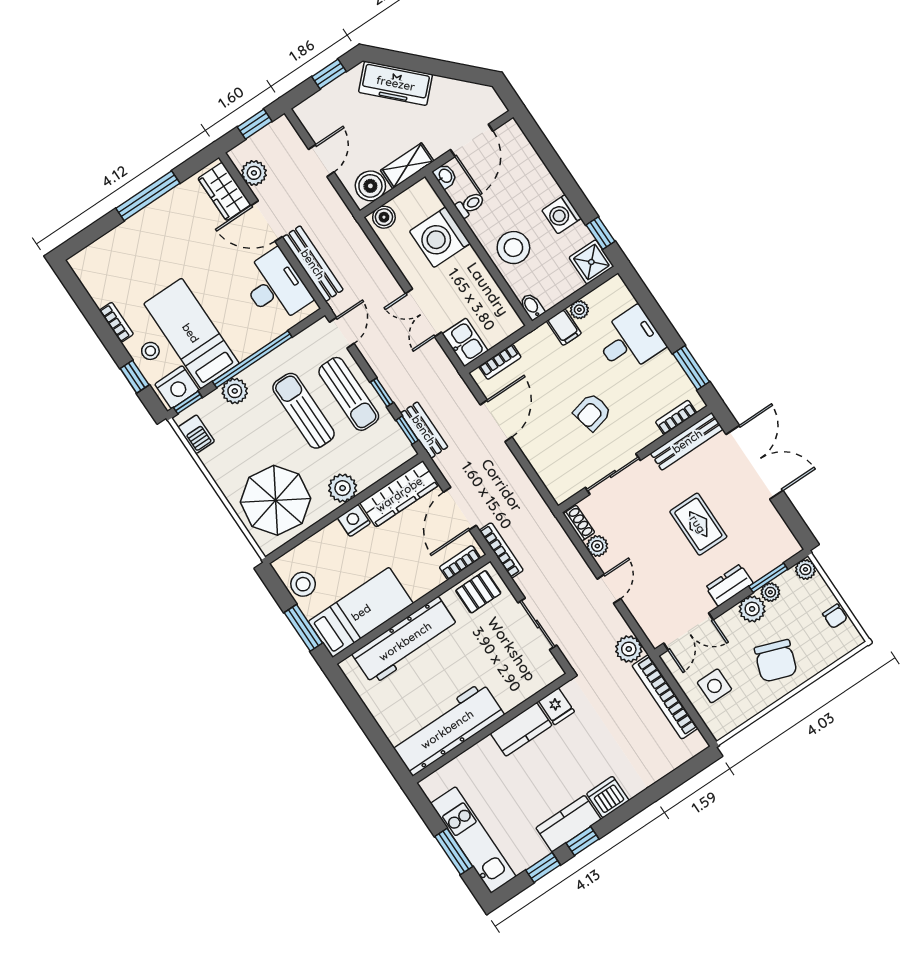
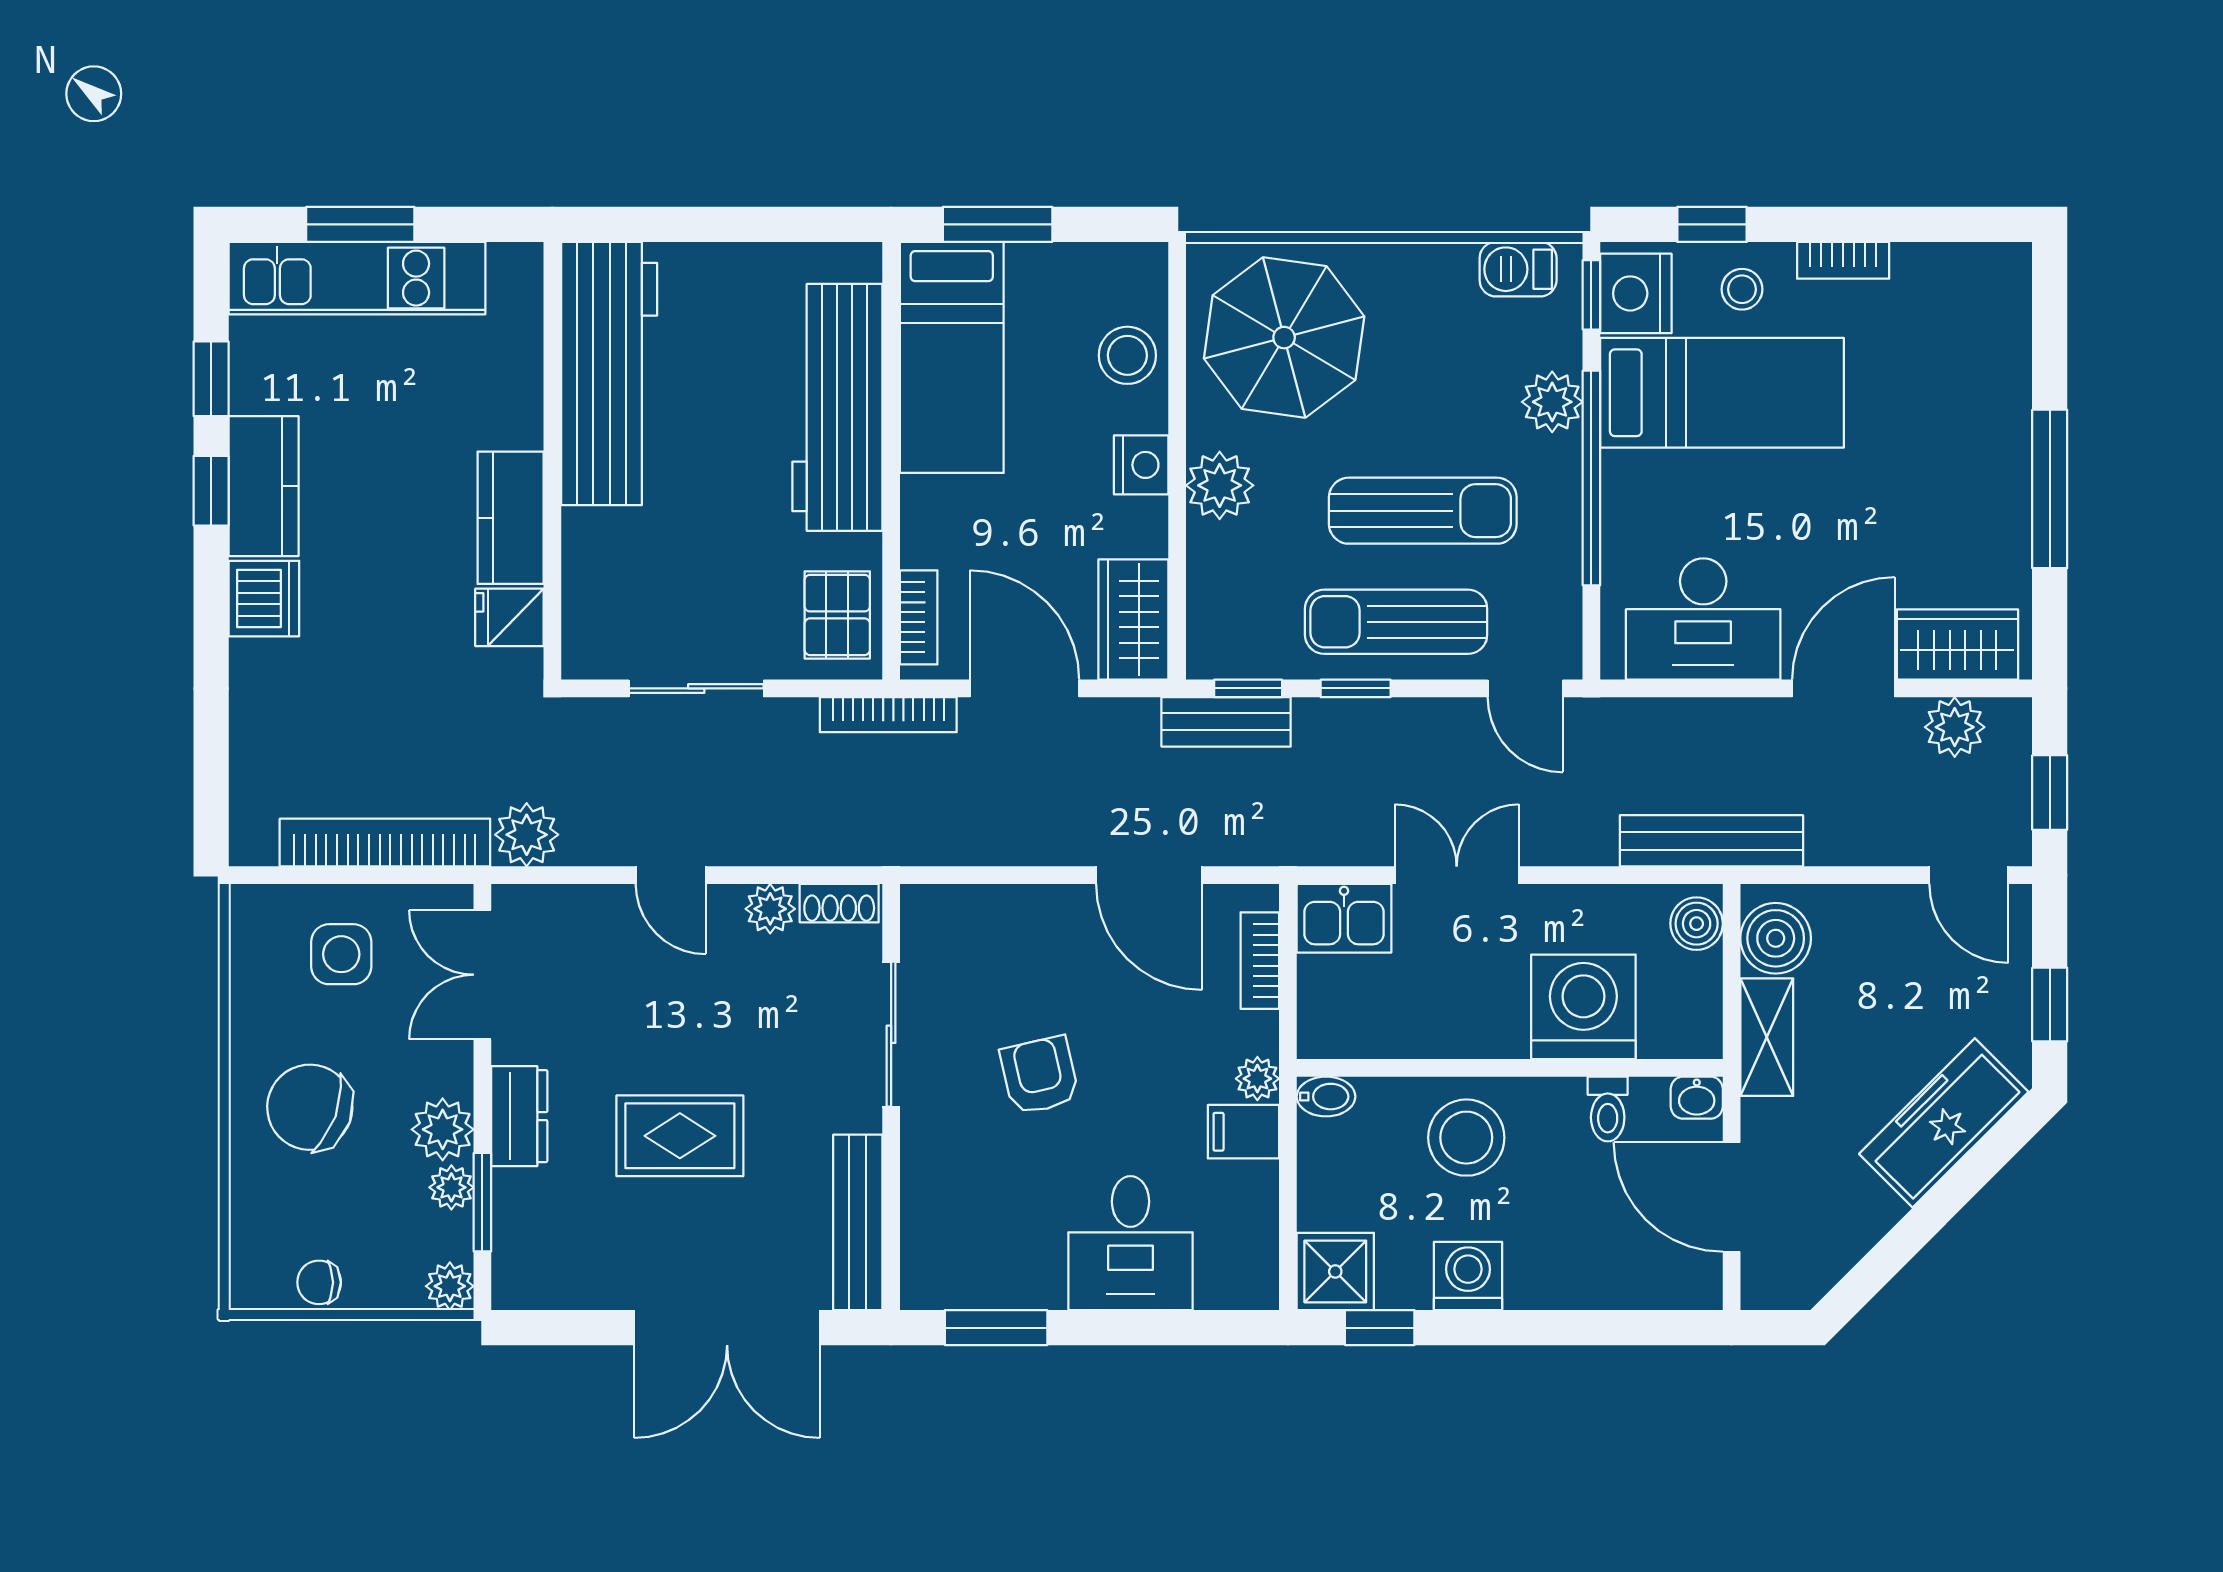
door: (321, 161) -> (1969, 875), moved
bench: (313, 264) -> (1711, 841), moved
plant: (579, 310) -> (1257, 1079), moved
bookcase: (676, 417) -> (919, 1233), removed
wardrobe: (399, 494) -> (1133, 619), width x0.67
stool: (303, 584) -> (1127, 355), moved

